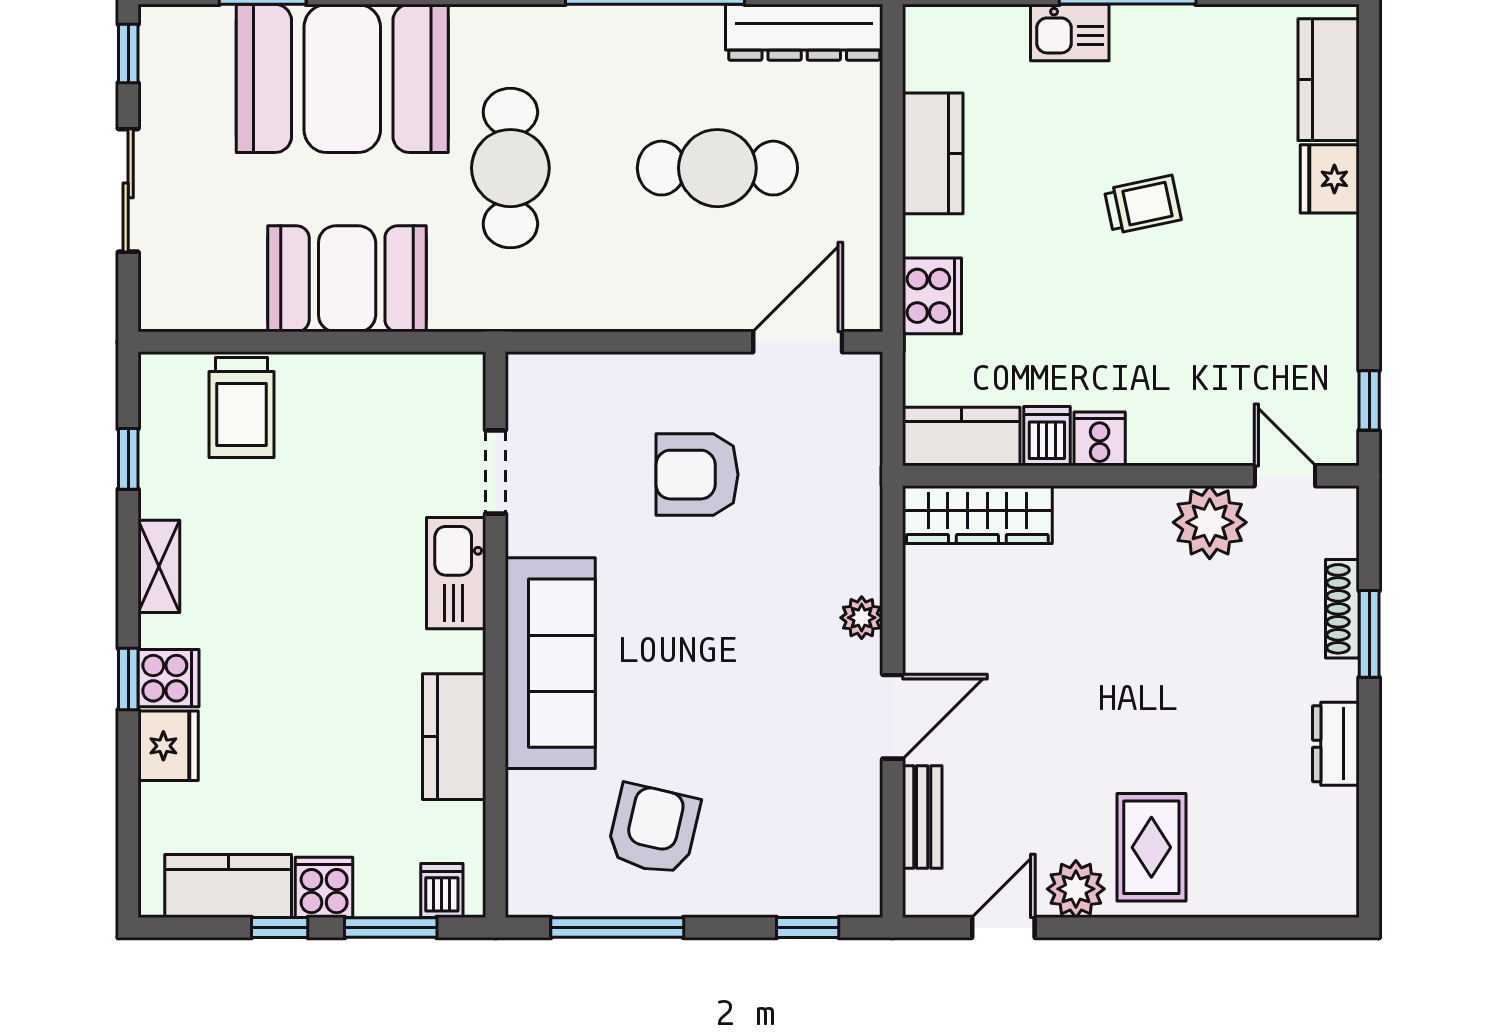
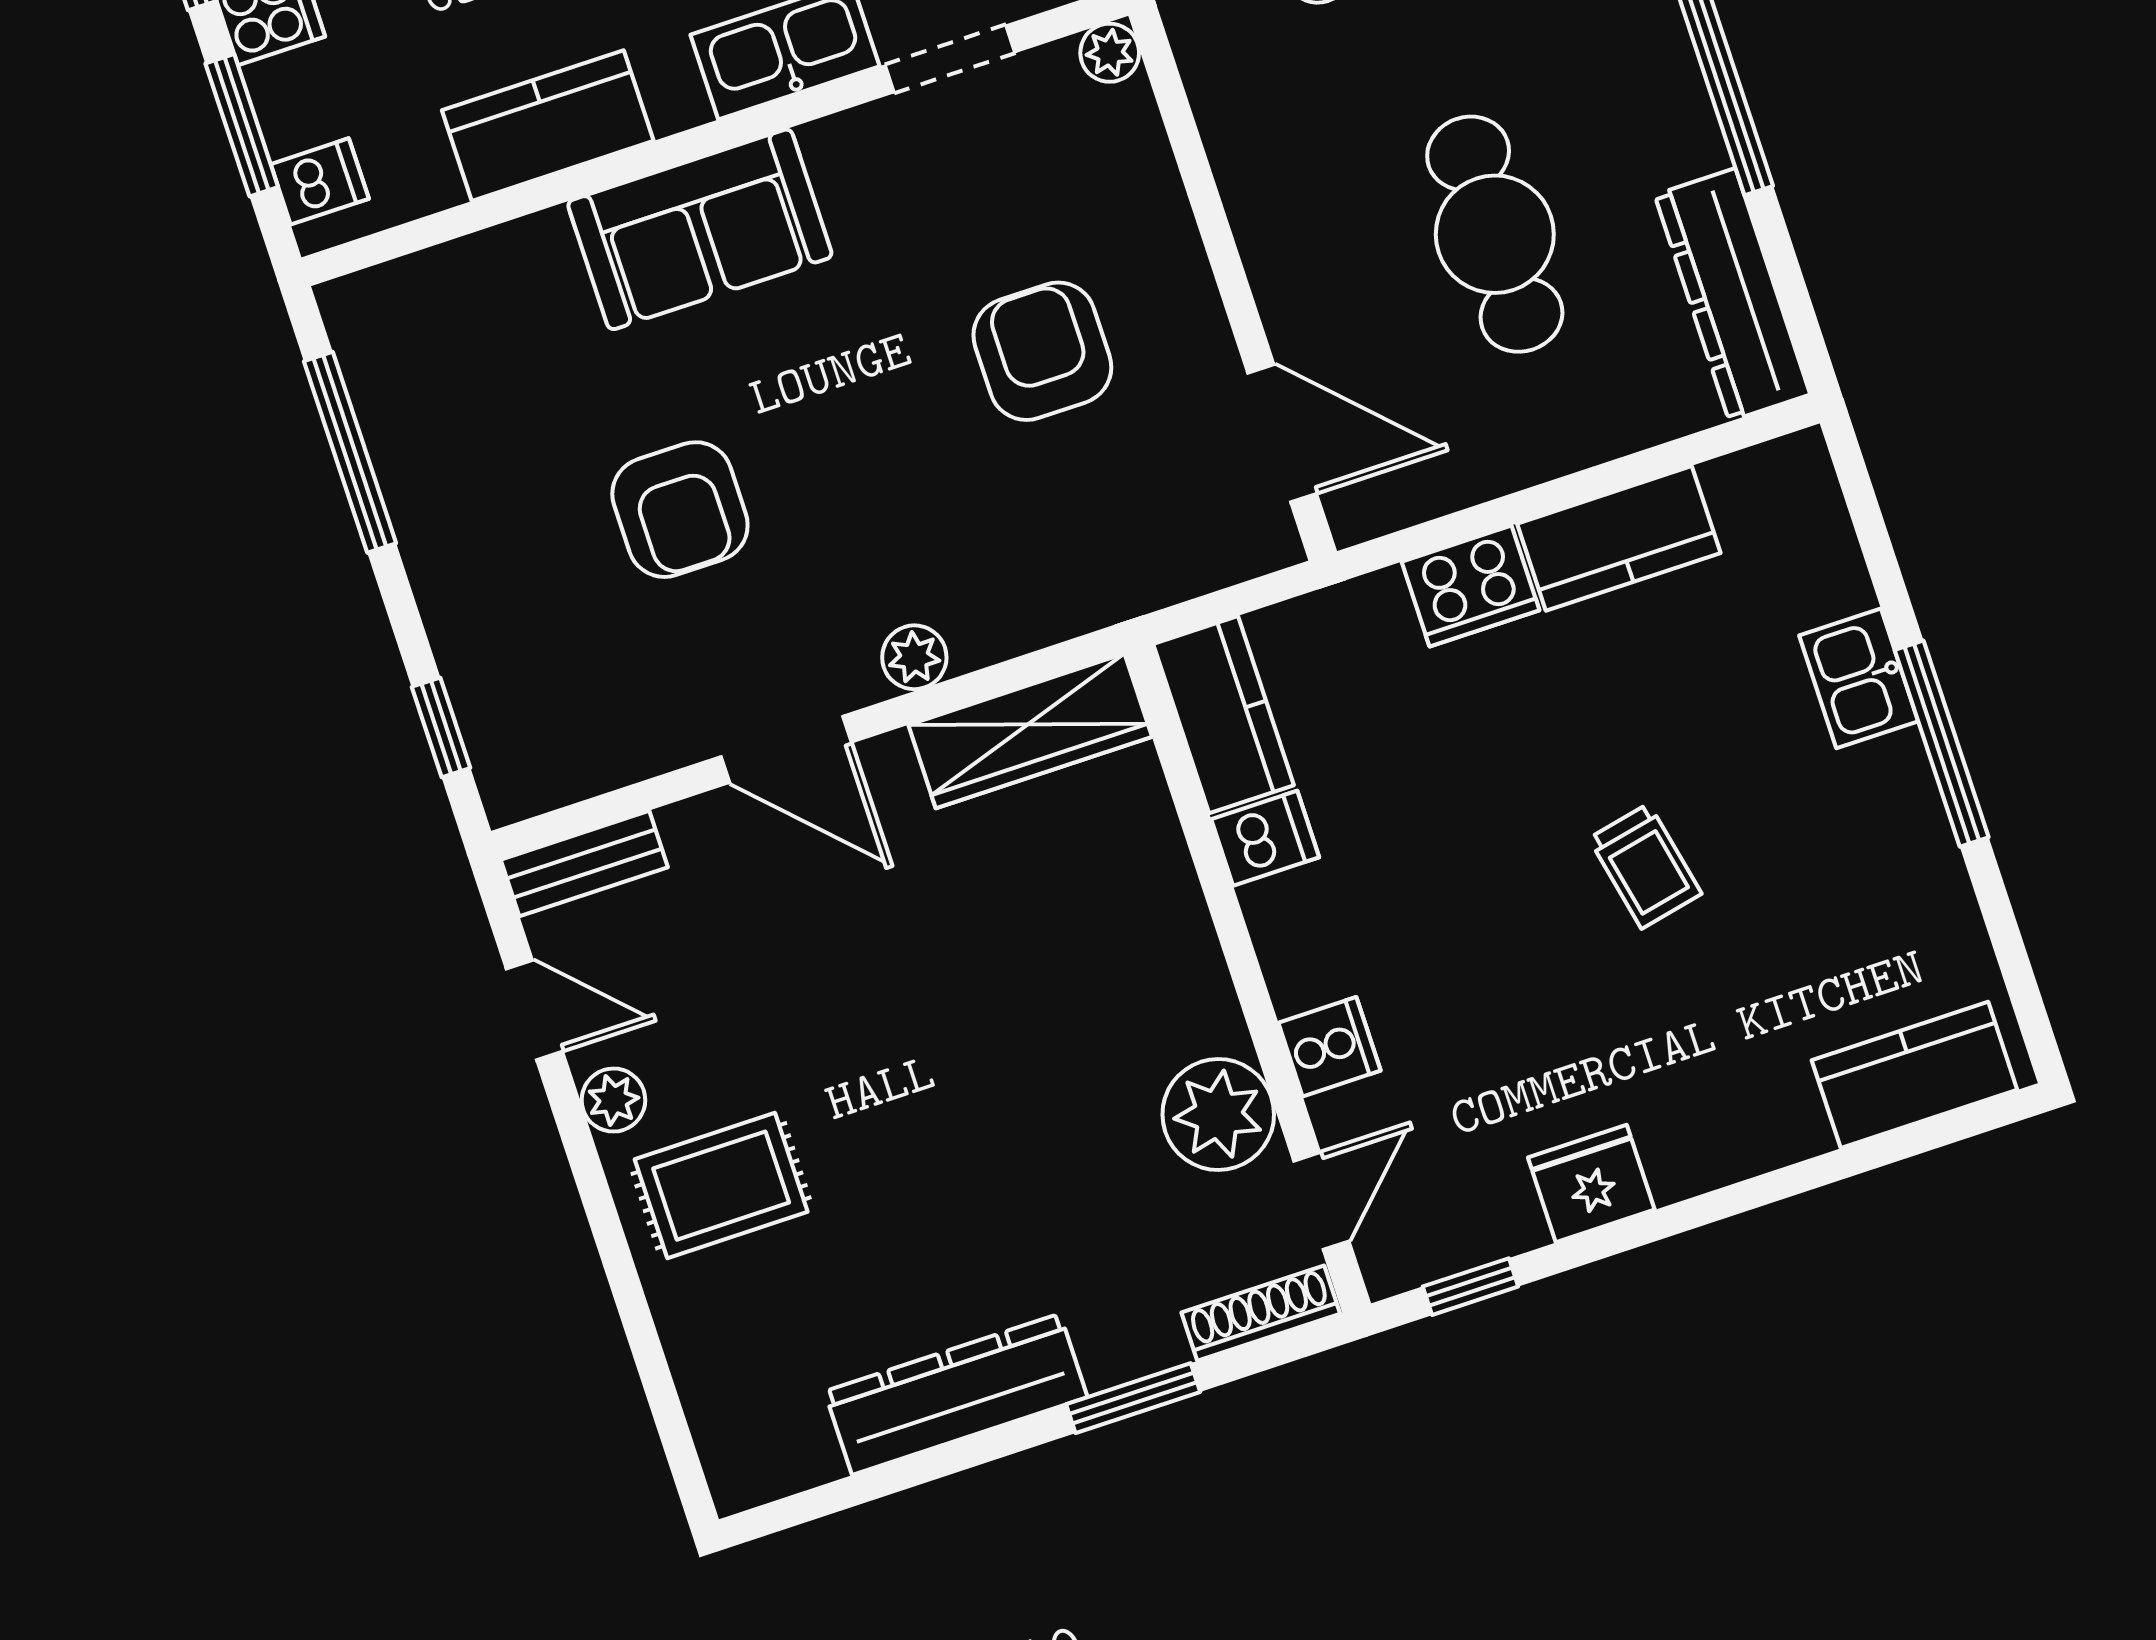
fridge: (1330, 179) -> (1591, 1184), moved
cooker: (932, 296) -> (1471, 586), moved
plant: (525, 371) -> (1110, 53), added
cooker: (1100, 439) -> (1329, 1047), moved
wardrobe: (977, 515) -> (1030, 731), moved, turned -90
shoe rack: (1342, 609) -> (1261, 1313), moved
sofa: (550, 663) -> (700, 229), width x0.73
dresser: (1336, 744) -> (956, 1394), width x1.96, depth x1.24
bench: (922, 817) -> (584, 863), moved
armchair: (653, 830) -> (680, 510), moved, turned 77
plant: (1076, 889) -> (613, 1100), width x0.73, depth x0.73

